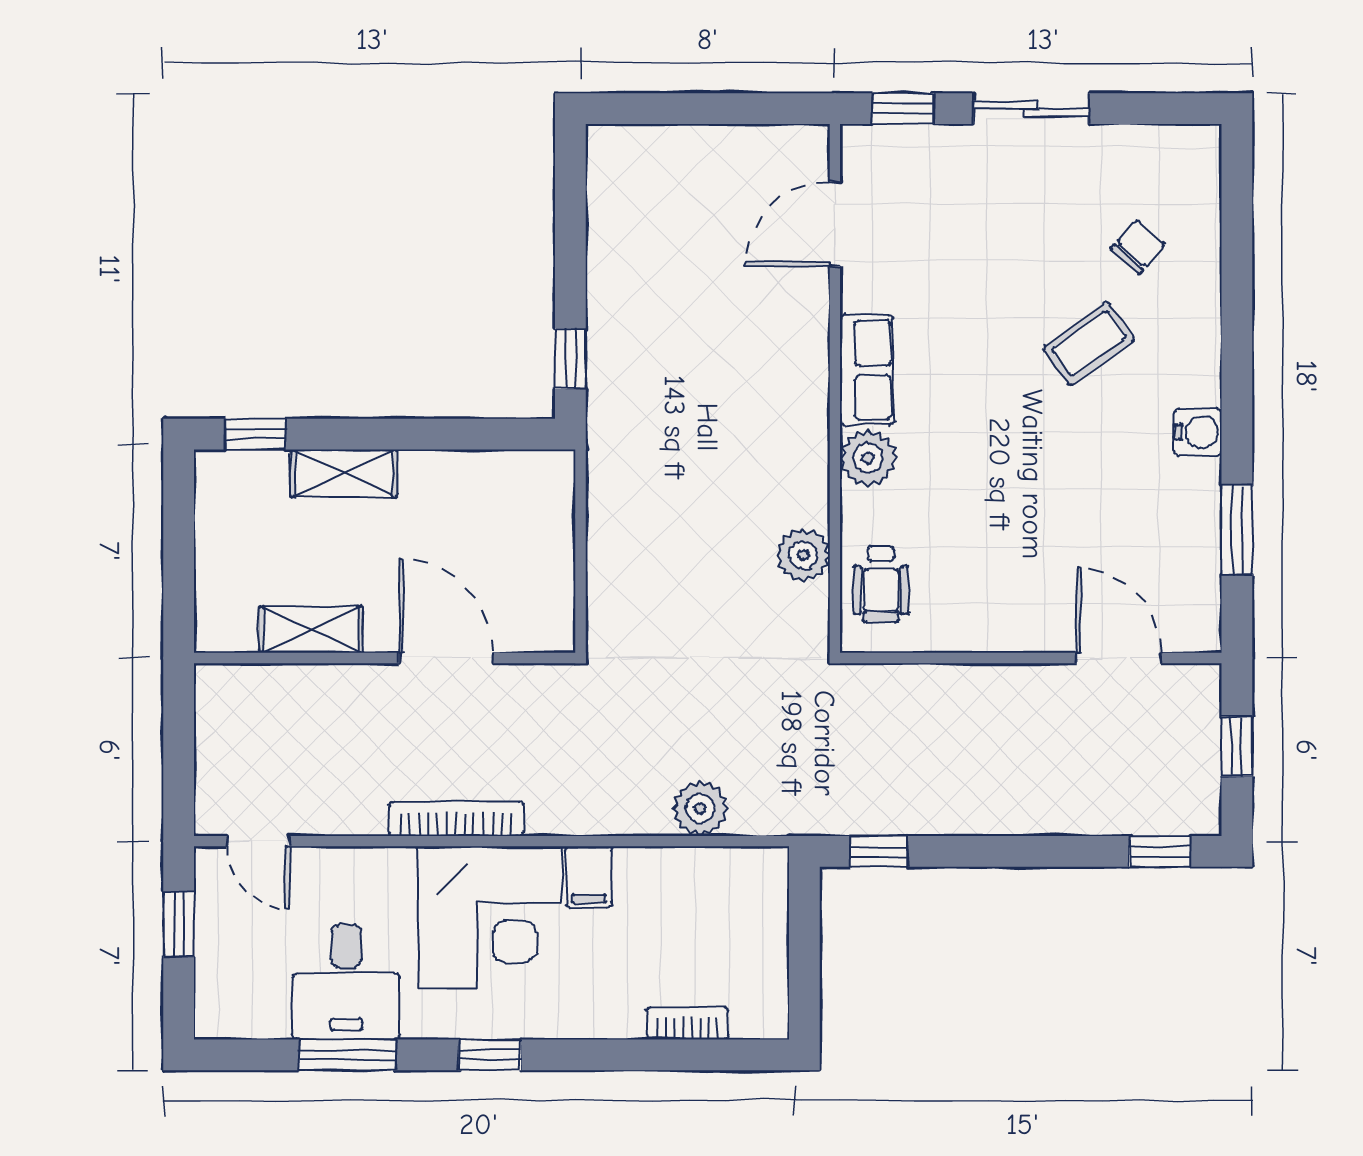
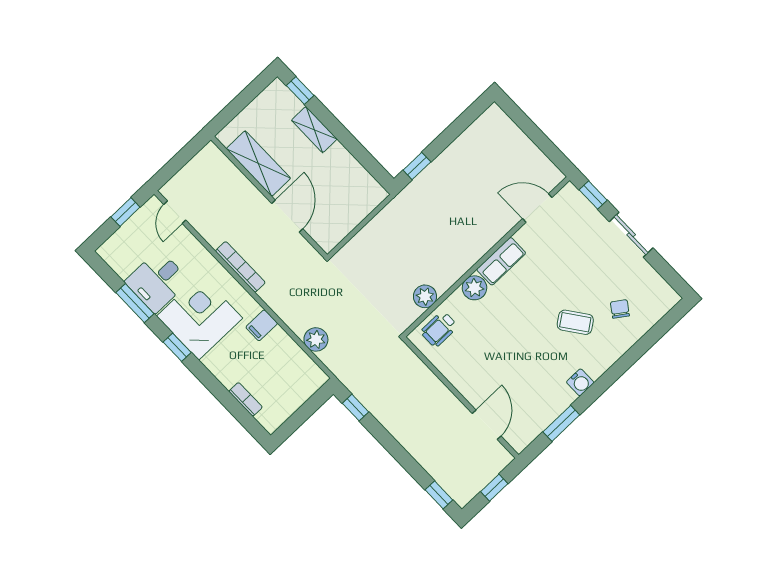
chair: (1138, 247) -> (620, 309), turned -97
shelving: (311, 630) -> (258, 163), width x1.50, depth x1.33
corner desk: (490, 918) -> (200, 317), moved, turned 180

